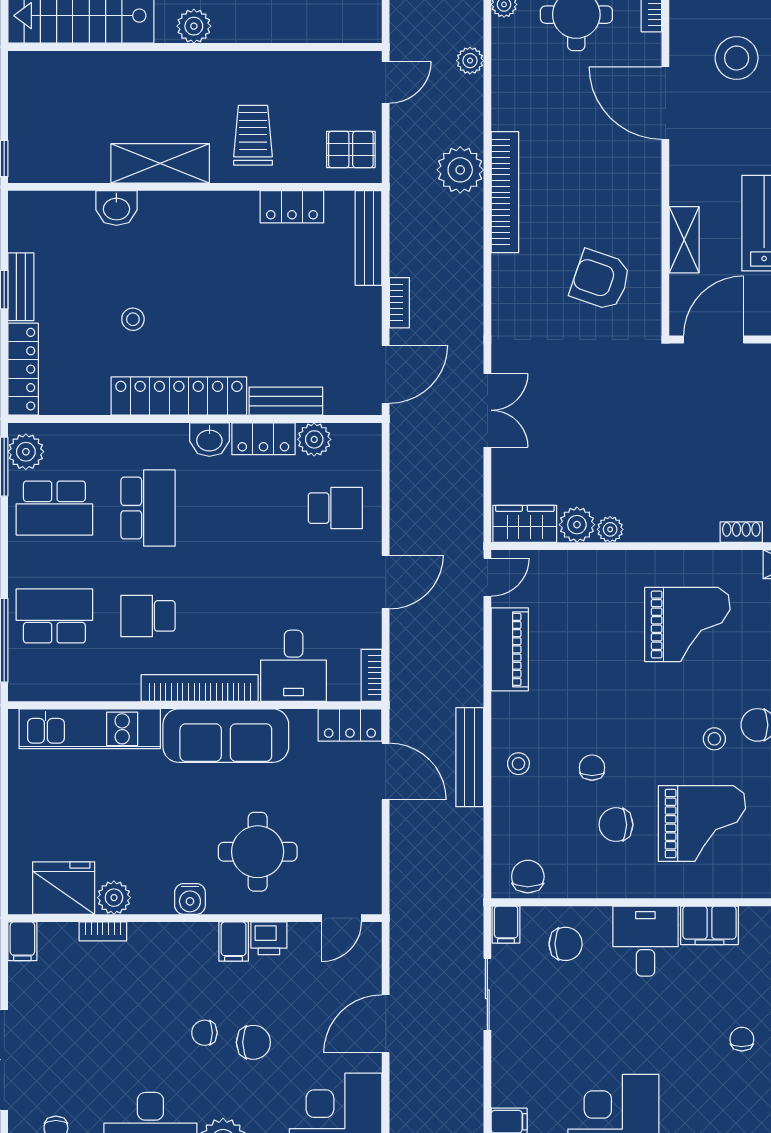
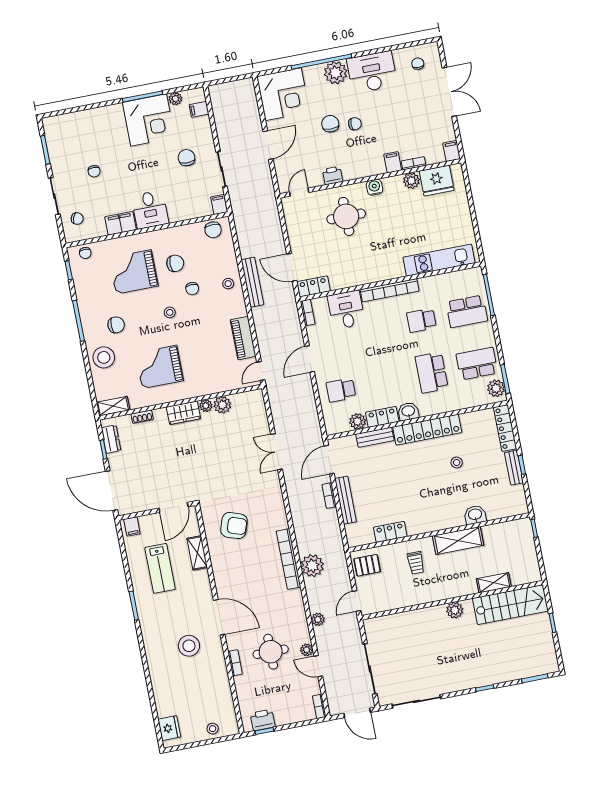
shelving: (106, 66) -> (494, 583), added
trolley: (253, 135) -> (416, 563), width x0.73, depth x0.72
bench: (369, 238) -> (346, 500), moved
wardrobe: (525, 524) -> (183, 413), moved
school desk: (148, 616) -> (421, 320), turned 180
sofa: (226, 736) -> (372, 270), removed
stool: (714, 739) -> (170, 312), moved
filing cabinet: (234, 942) -> (393, 162), moved
chair: (566, 944) -> (186, 158), moved, turned 90
chair: (253, 1042) -> (330, 124), turned 90

